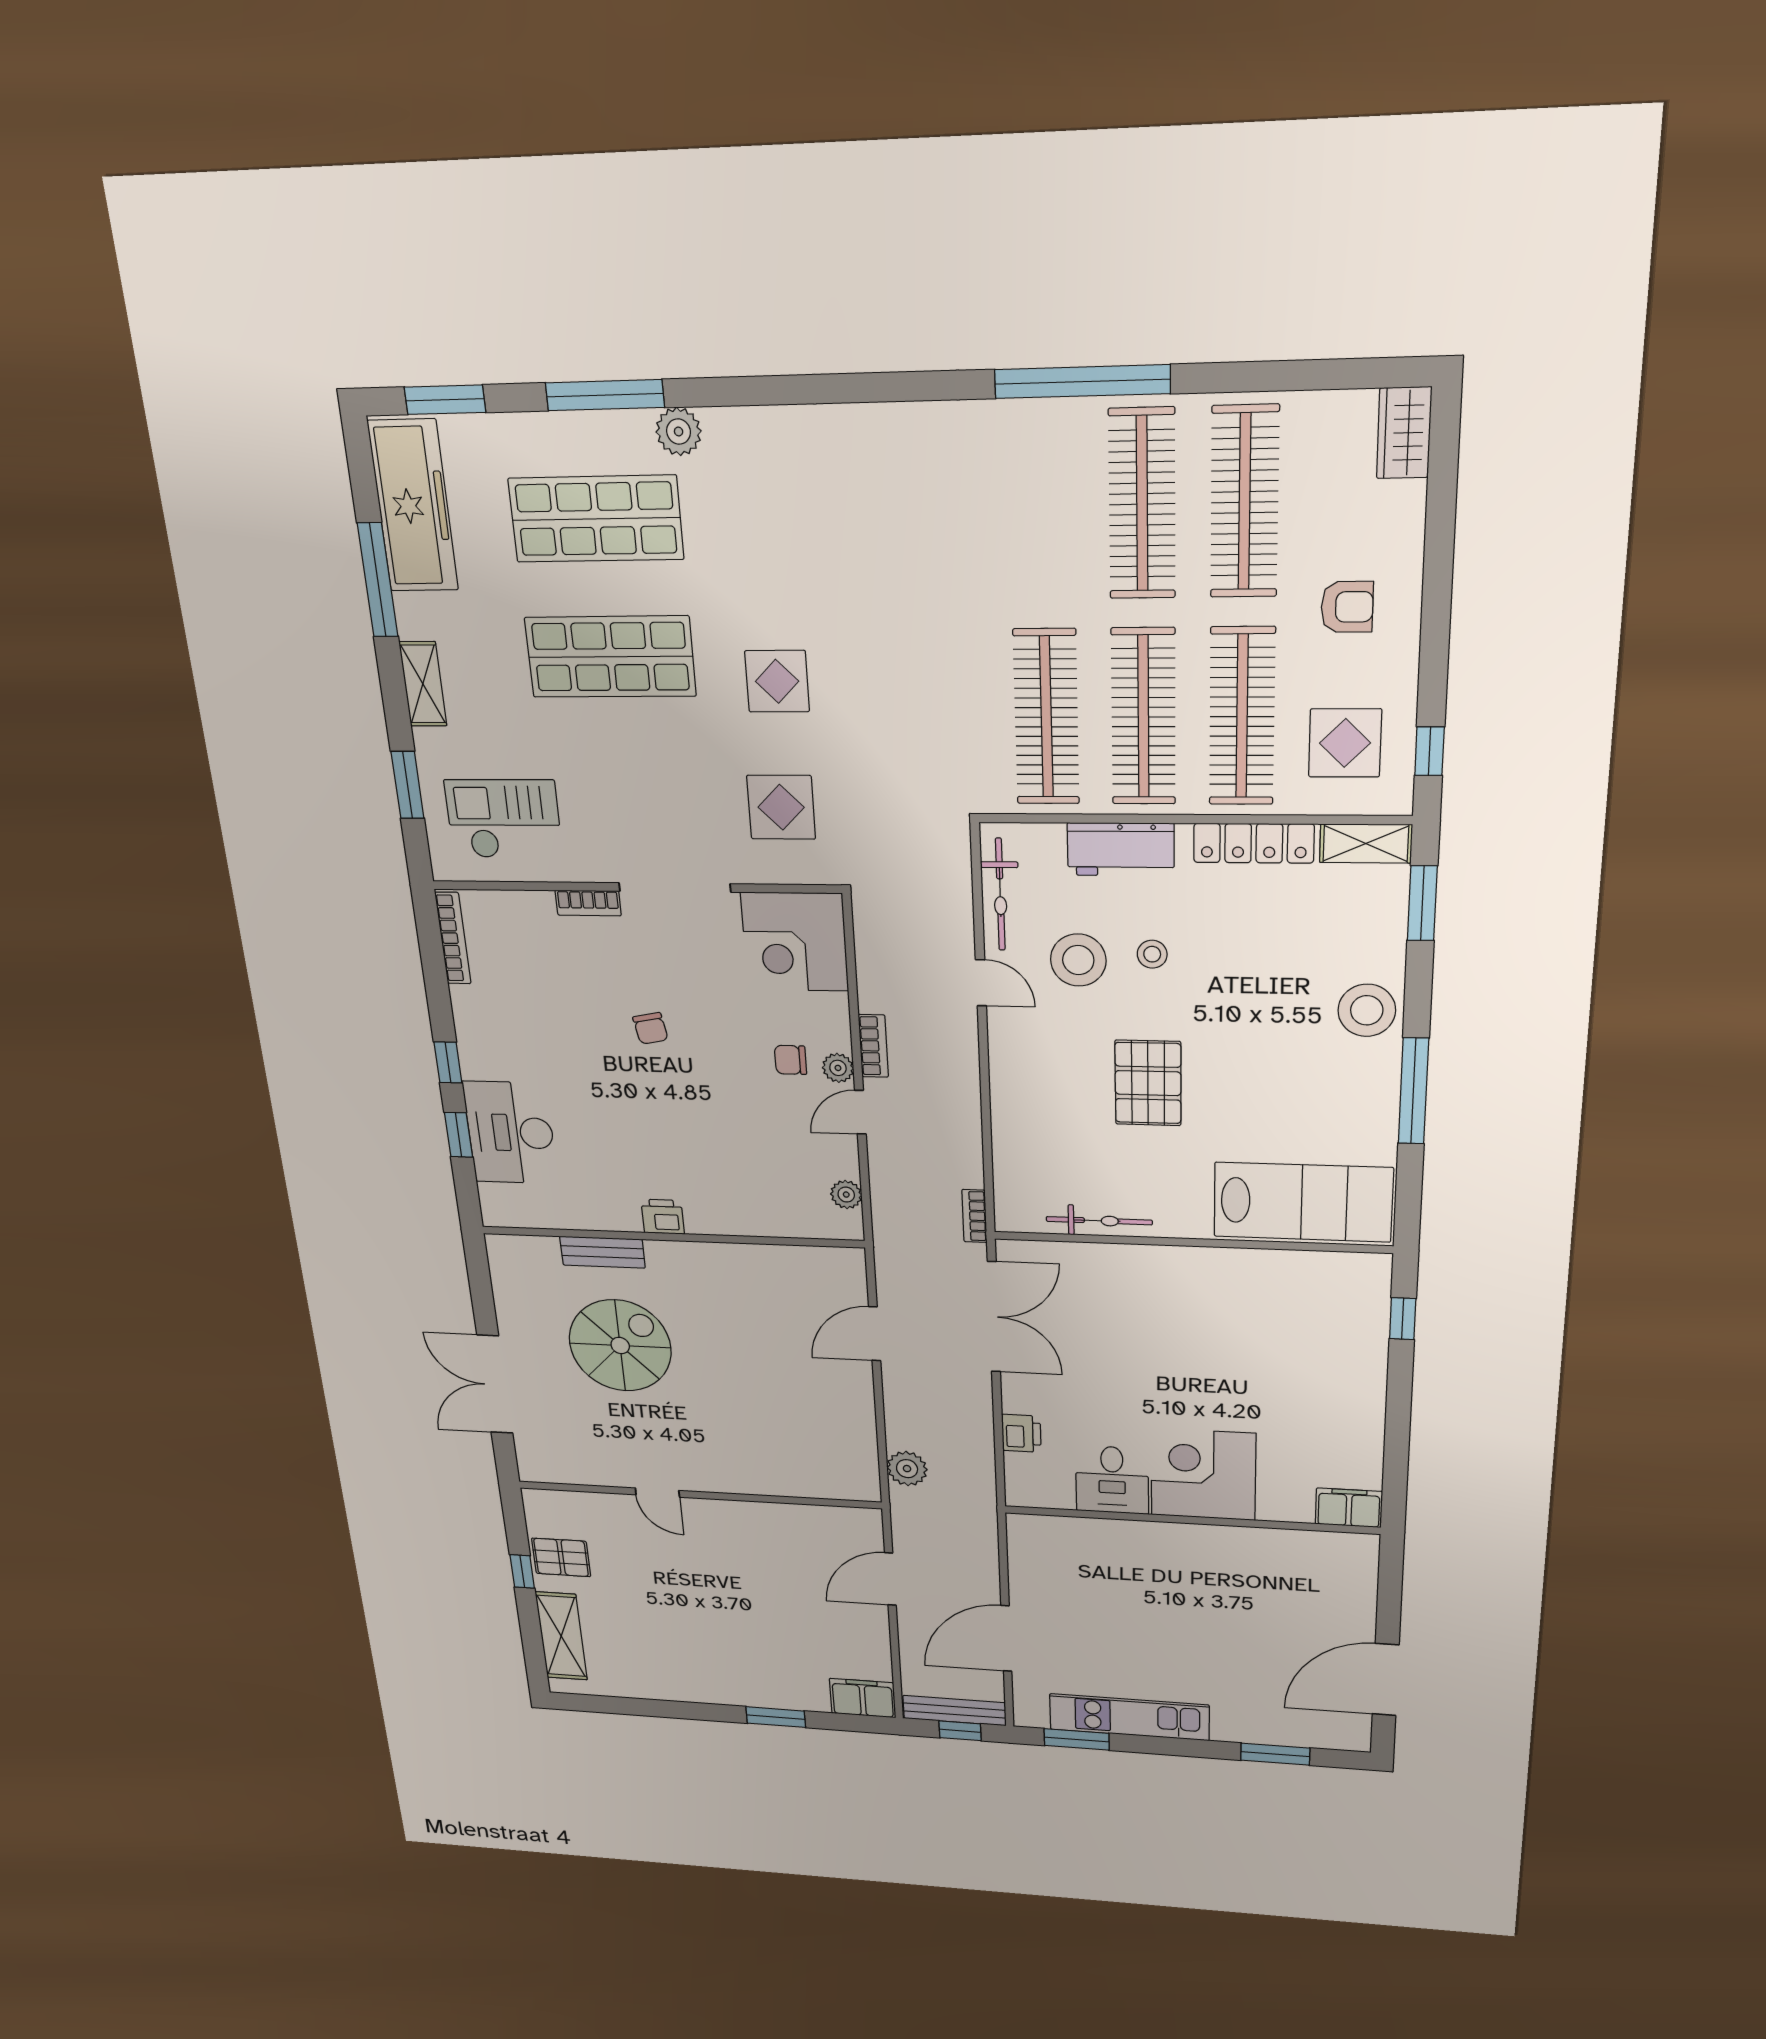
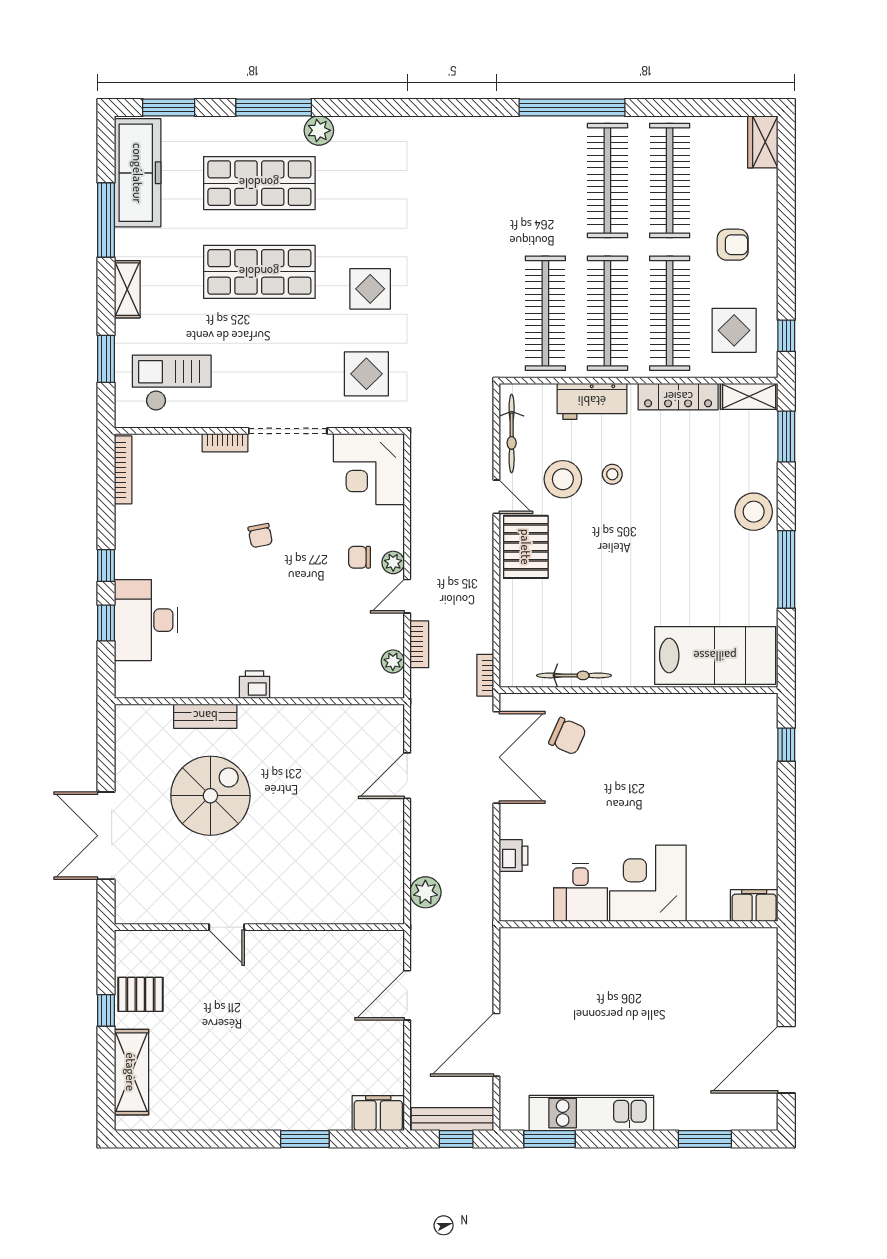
bookcase: (873, 1046) -> (419, 644), moved
pallet: (1148, 1083) -> (526, 547), moved
chair: (1091, 1296) -> (568, 736), added

